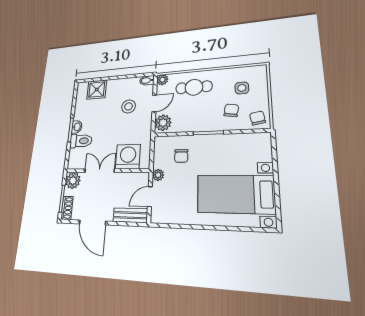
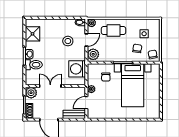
shower: (97, 90) -> (33, 34), moved
washing machine: (128, 157) -> (77, 69), moved, turned -90
bed with nightstands: (235, 194) -> (133, 85), moved, turned -90

